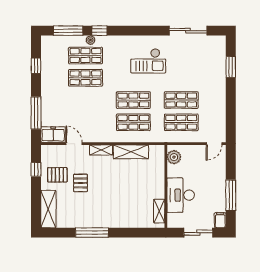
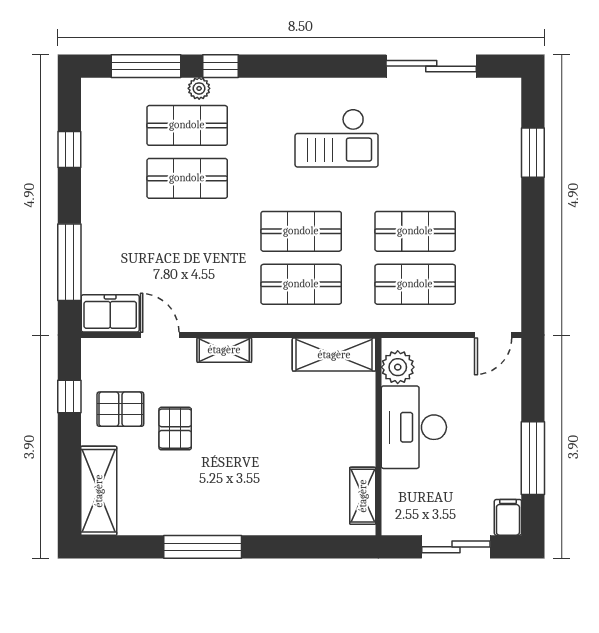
shelving: (131, 152) -> (334, 355), moved
desk: (181, 195) -> (414, 427), moved

